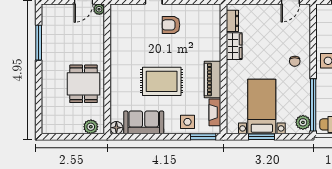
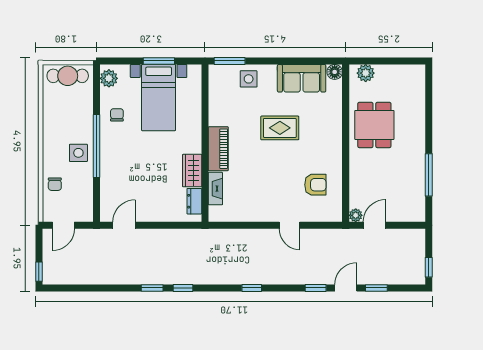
armchair: (171, 25) -> (315, 185), moved
chair: (295, 61) -> (117, 115), moved
piano: (213, 79) -> (218, 149), moved
rug: (162, 81) -> (280, 128), width x0.73, depth x0.70
window: (313, 105) -> (97, 146), moved
fireplace: (215, 112) -> (215, 189), moved

